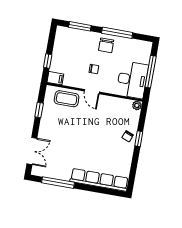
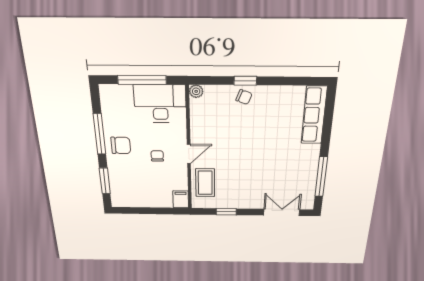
window: (48, 61) -> (160, 211), removed
row of seats: (99, 180) -> (314, 115), width x0.73

